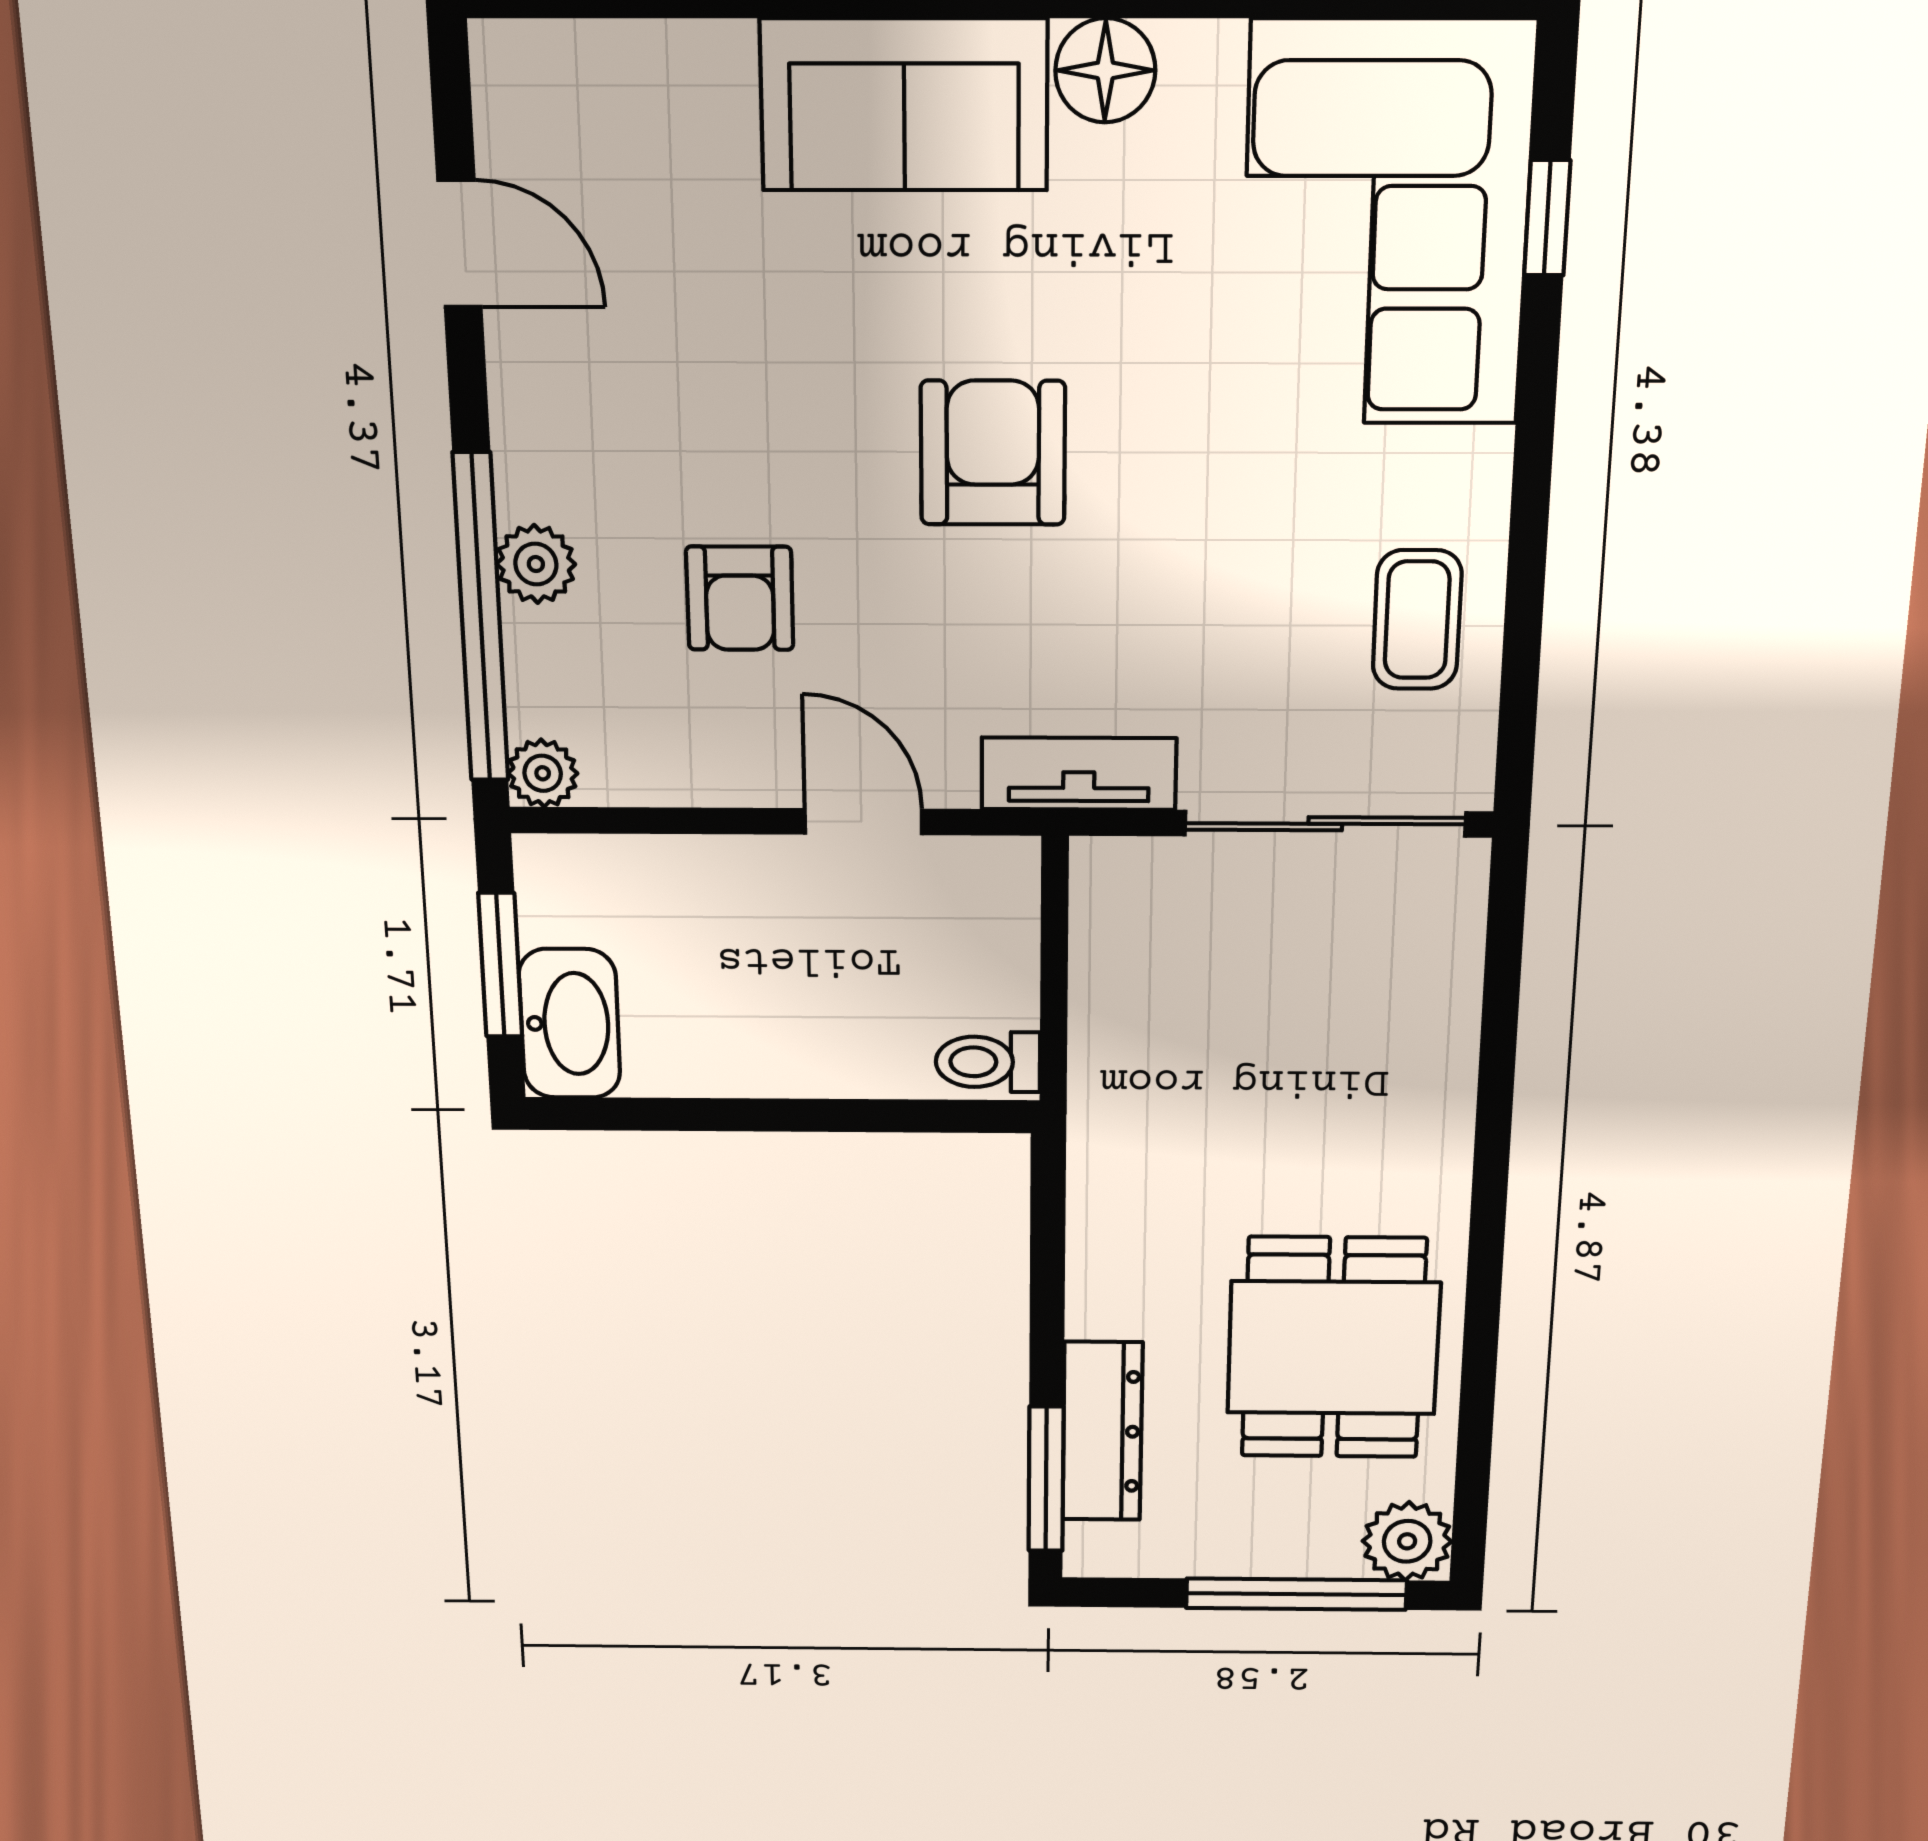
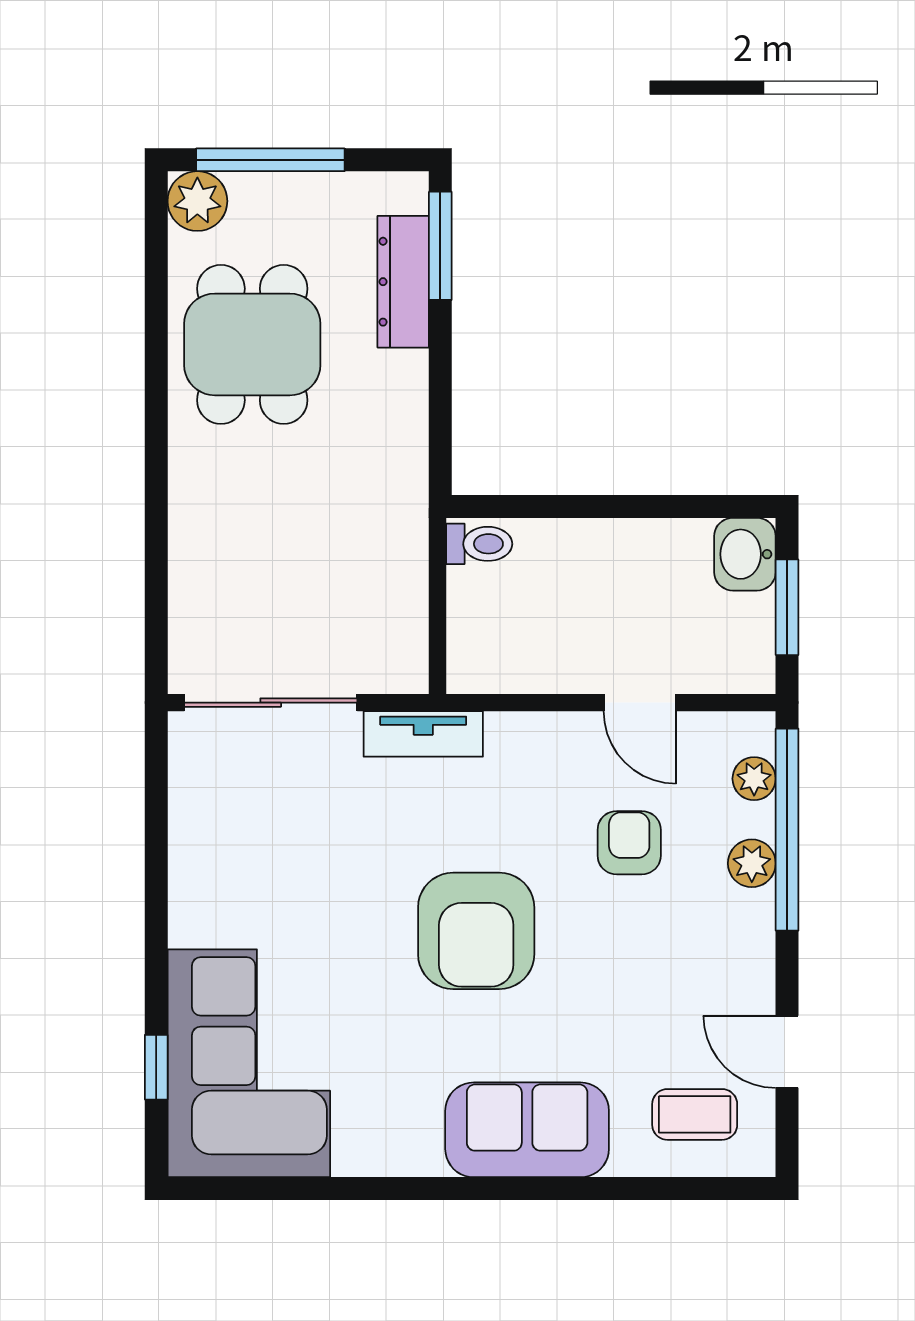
floor lamp: (1105, 70) -> (412, 1149), removed
armchair: (993, 453) -> (476, 931), width x1.36, depth x1.36
coffee table: (1417, 620) -> (695, 1114), moved, turned 90
plant: (543, 773) -> (754, 779), moved
door: (863, 822) -> (640, 703), moved
washbasin: (570, 1024) -> (745, 554), width x0.72

